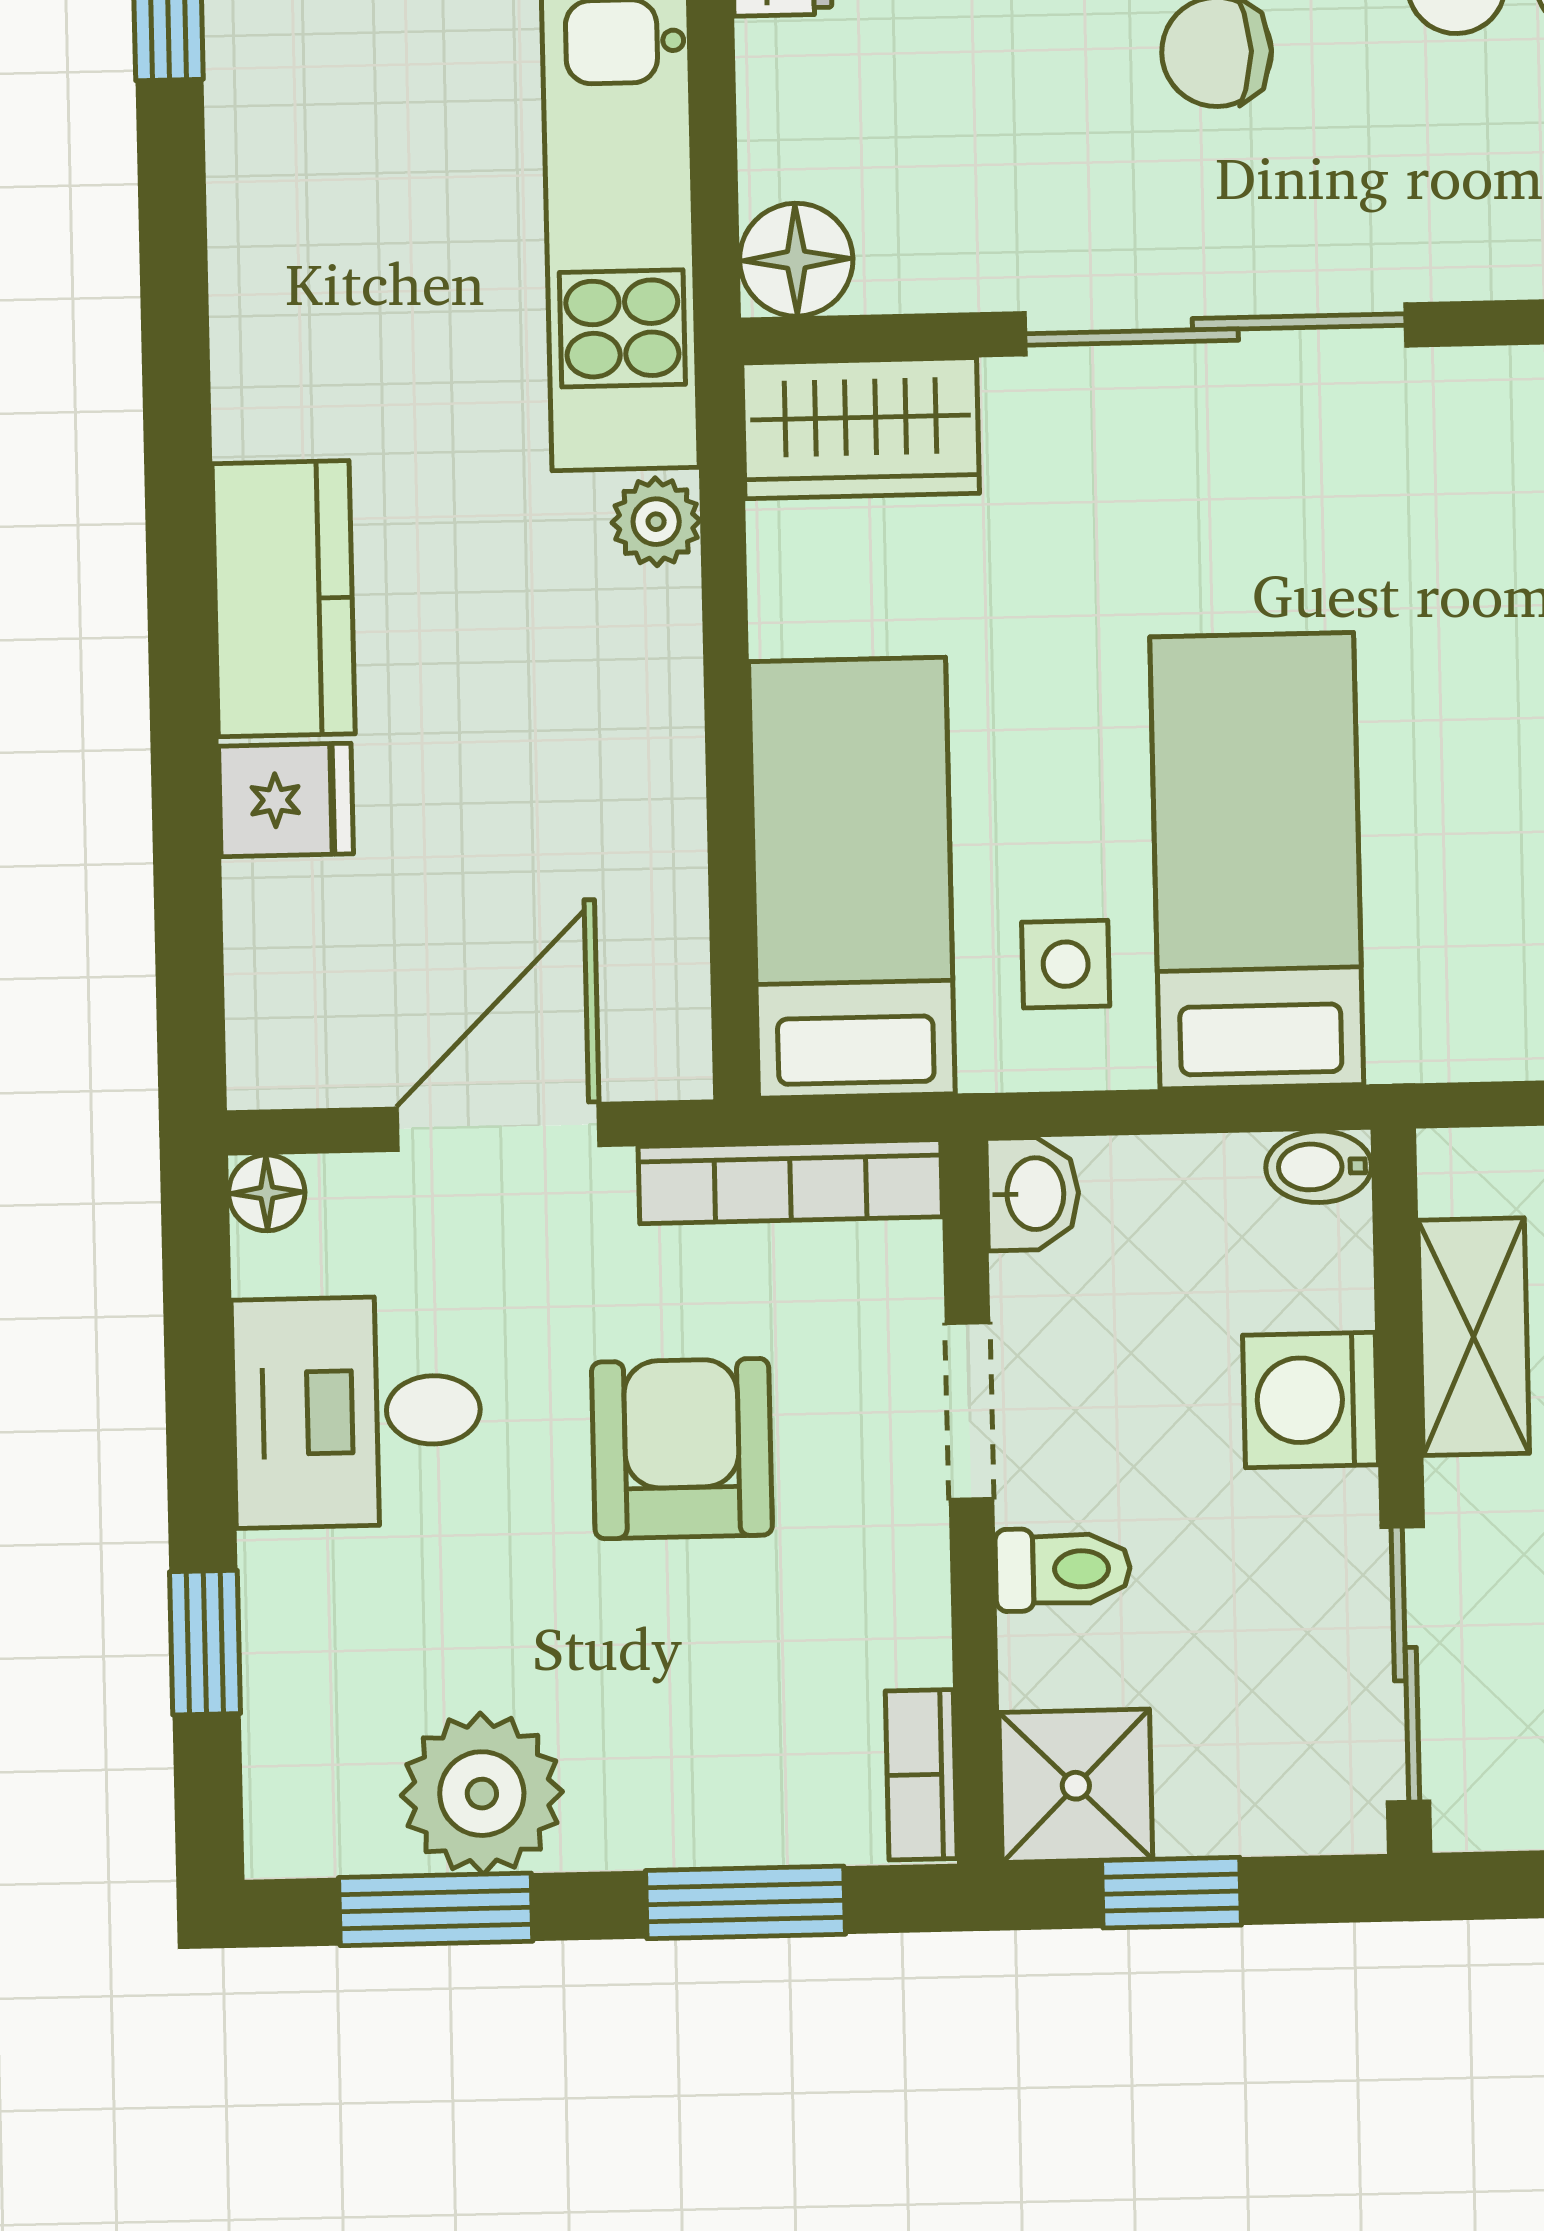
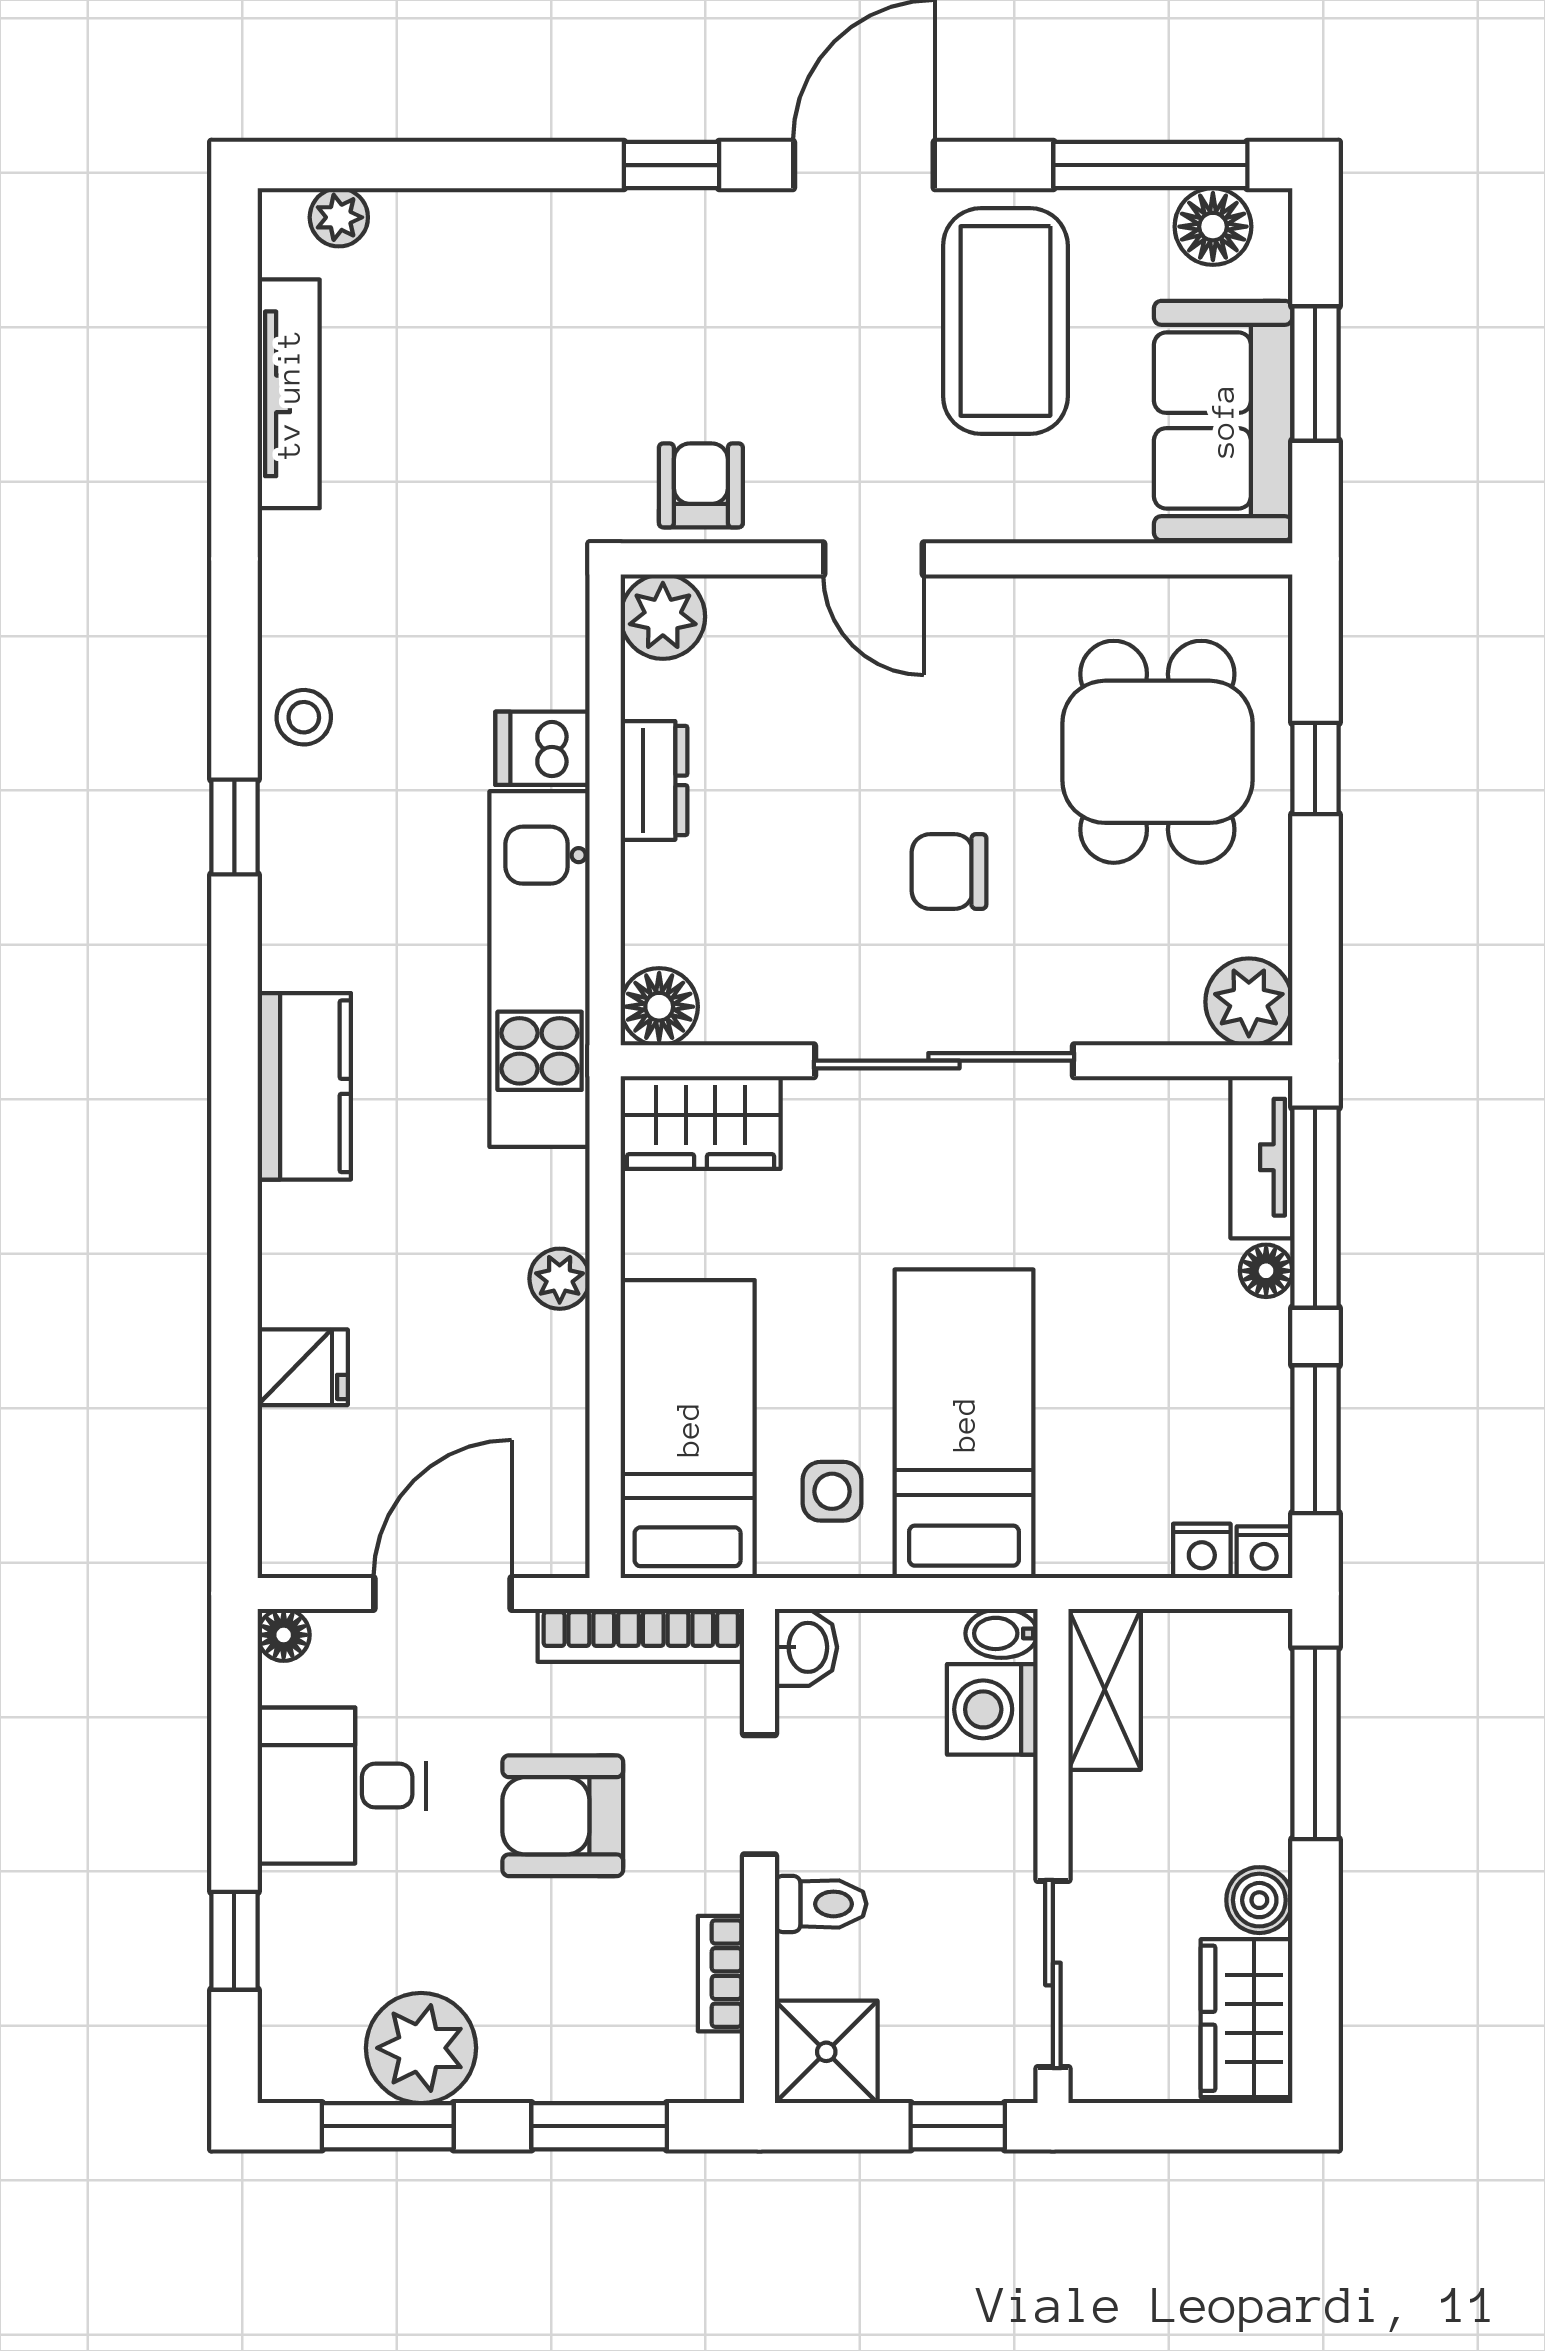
plant: (656, 522) -> (560, 1279), moved
kitchen counter: (284, 599) -> (304, 1086), moved
shelving: (1474, 1337) -> (1105, 1689), moved
washing machine: (1310, 1400) -> (992, 1709), moved
armchair: (682, 1449) -> (563, 1816), turned -90
bookcase: (921, 1775) -> (721, 1974), moved
window: (1171, 1893) -> (958, 2126), moved

